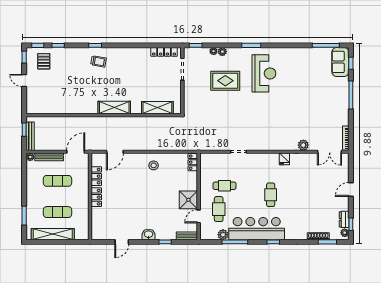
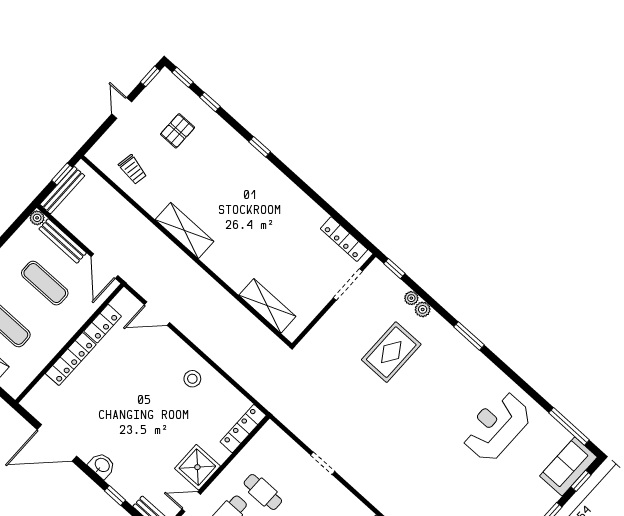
pallet: (44, 61) -> (178, 131), moved
trolley: (98, 61) -> (133, 170), moved
reception desk: (264, 73) -> (496, 426), moved, turned 180
rug: (225, 81) -> (391, 352), turned 90
shelving: (114, 108) -> (184, 231), moved
door: (76, 152) -> (104, 266), swing flipped
locker: (193, 162) -> (243, 429), width x1.53
locker: (96, 197) -> (71, 359), width x1.53
door: (122, 242) -> (57, 443), width x1.87

